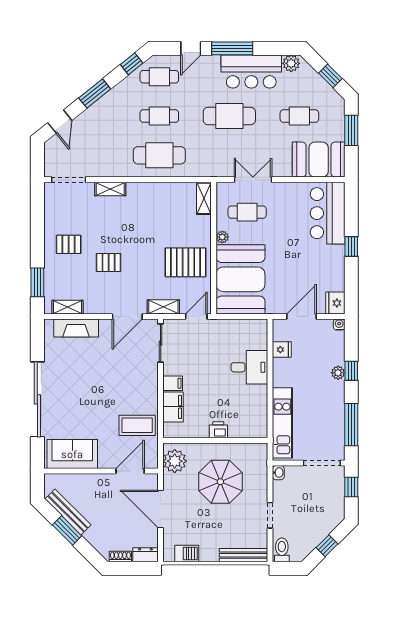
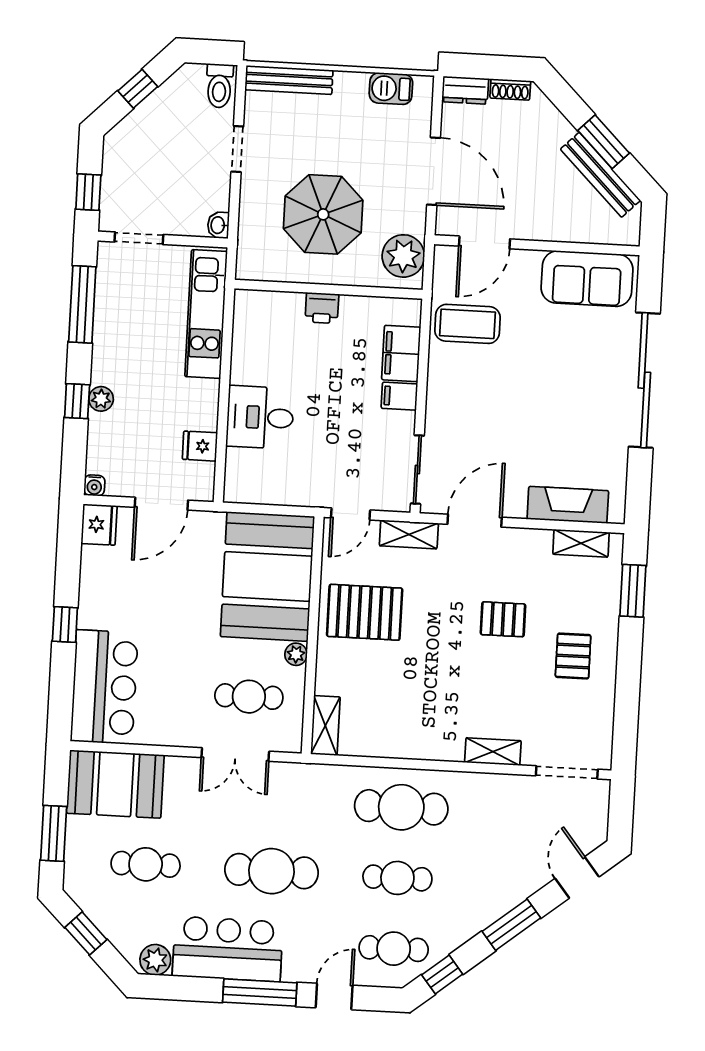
pallet: (69, 244) -> (573, 656), turned 90
doorway: (322, 463) -> (139, 238), width x0.73

